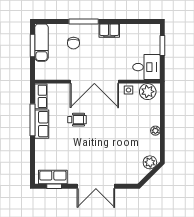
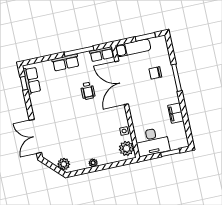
filing cabinet: (109, 31) -> (176, 113), moved
exam couch: (41, 43) -> (133, 48), moved
desk: (146, 67) -> (152, 142), width x1.37
double door: (94, 82) -> (122, 83), moved
row of seats: (42, 124) -> (66, 63), moved
double door: (96, 186) -> (35, 136), moved

